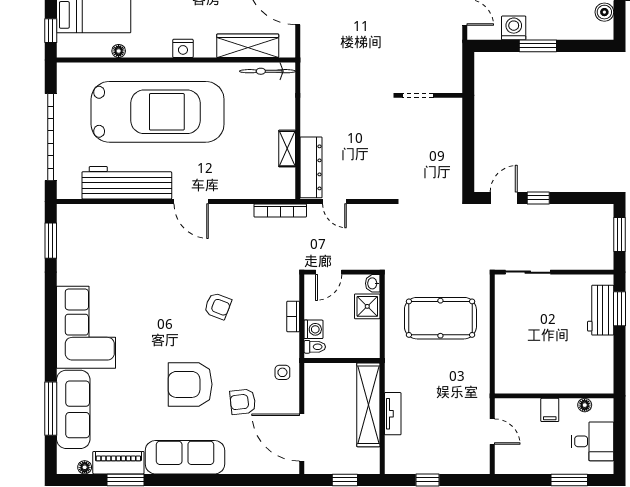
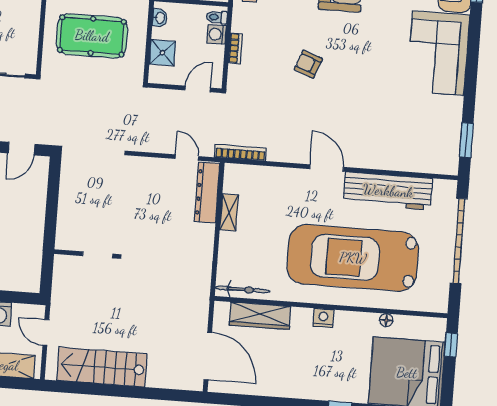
washbasin: (373, 283) -> (160, 18), moved

